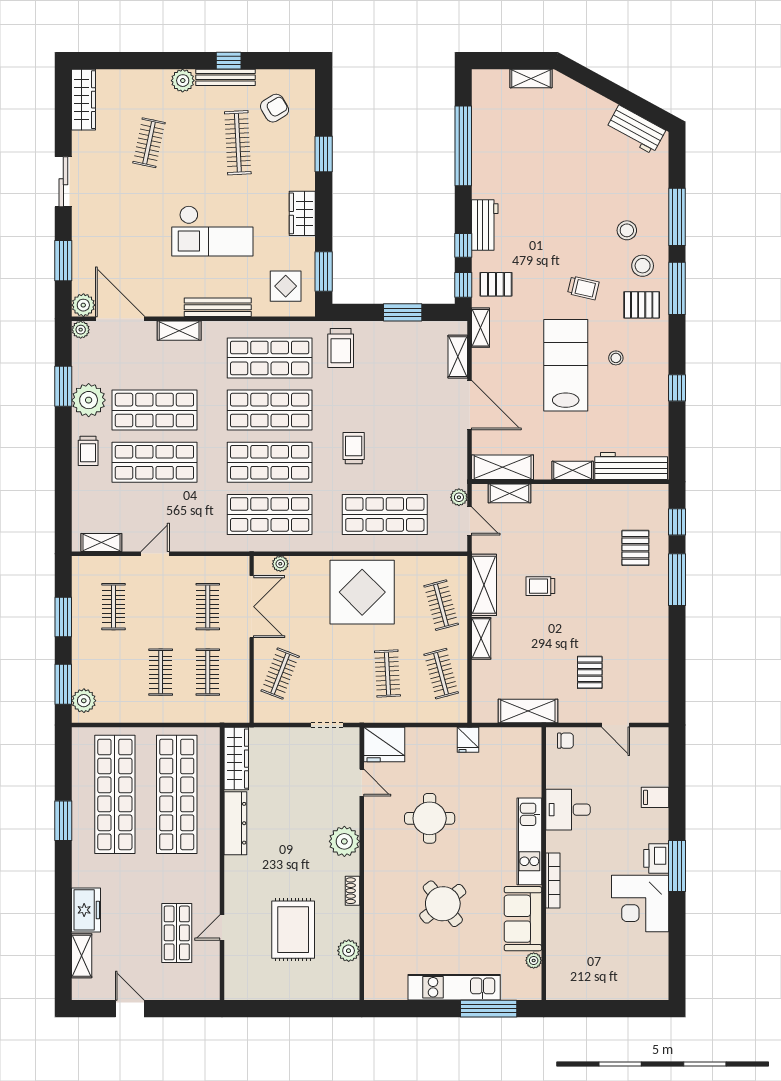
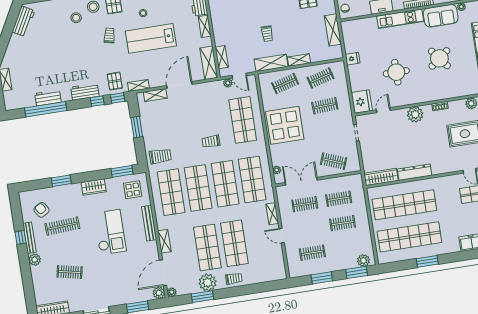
workbench: (484, 153) -> (48, 98), added
door: (470, 521) -> (239, 76), swing flipped
shelving: (101, 542) -> (272, 214), moved

